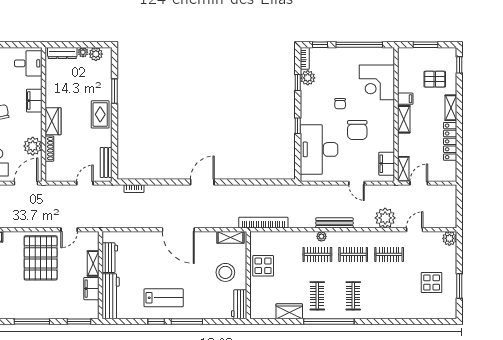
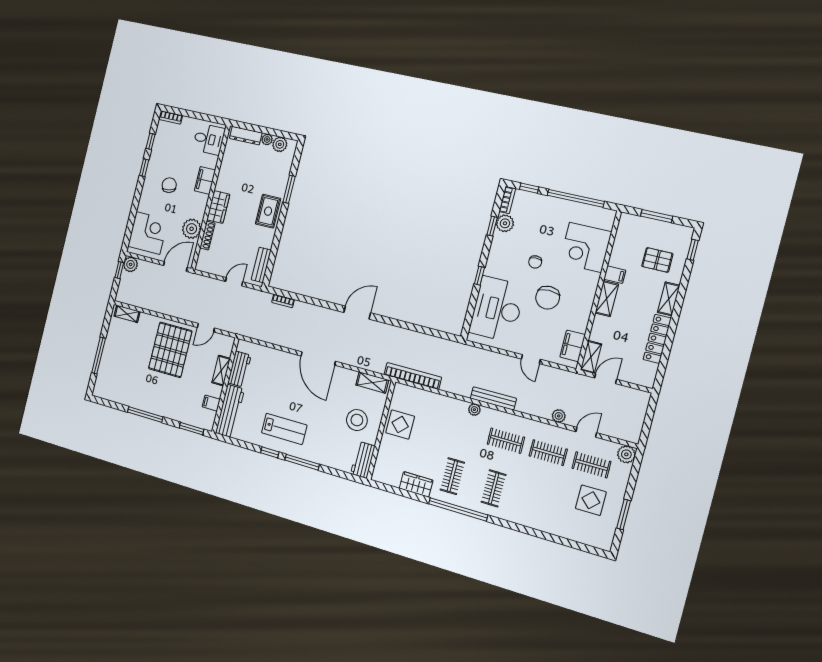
plant: (385, 218) -> (559, 416), width x0.53, depth x0.53
clothes rail: (317, 254) -> (591, 465), moved
filing cabinet: (91, 289) -> (211, 403), width x0.50

